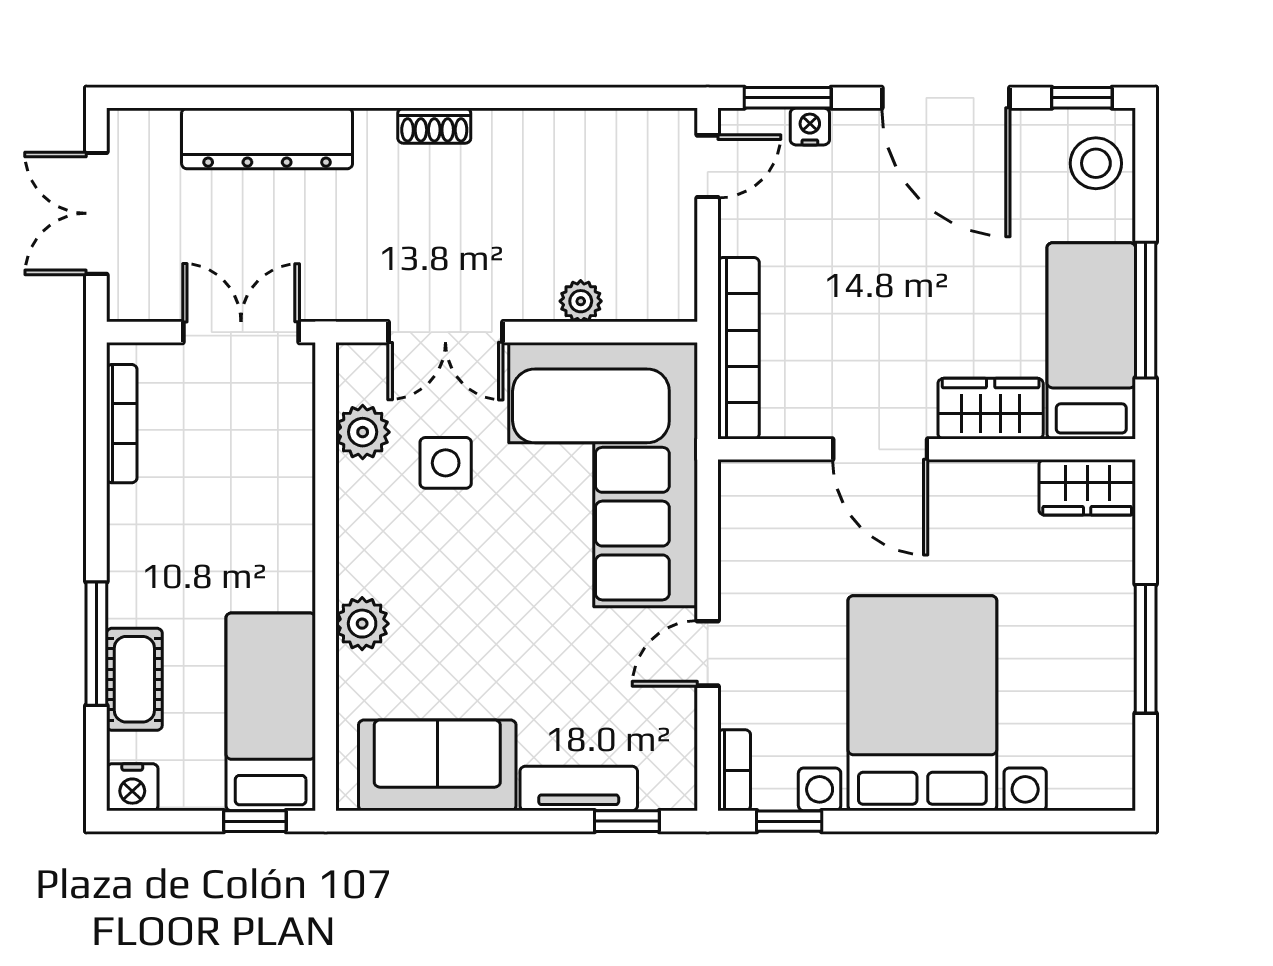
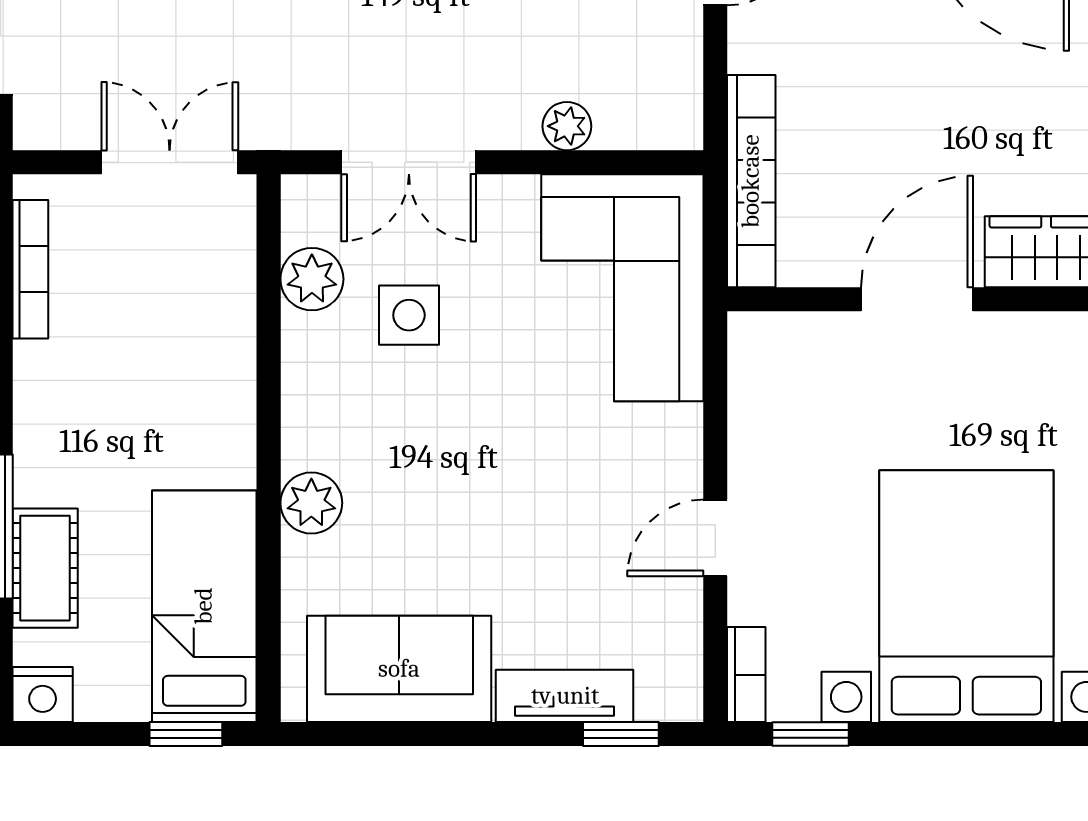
door: (880, 449) -> (917, 299), swing flipped
corner sofa: (603, 475) -> (622, 288), width x0.73, depth x0.74

